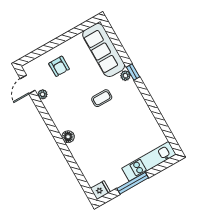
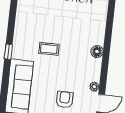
plant: (125, 76) -> (17, 53), removed
floor lamp: (68, 137) -> (97, 52), moved

